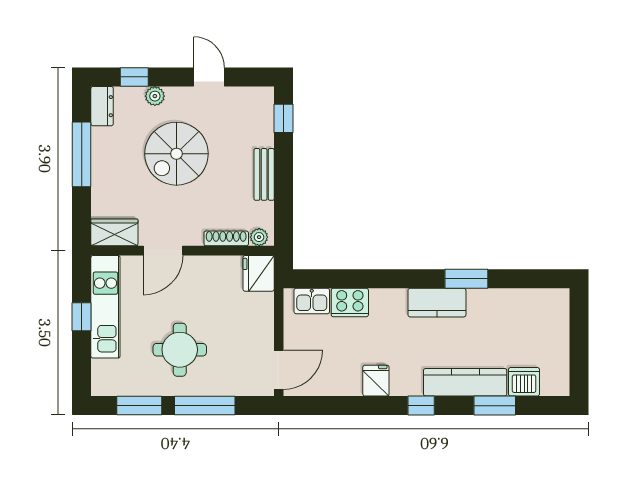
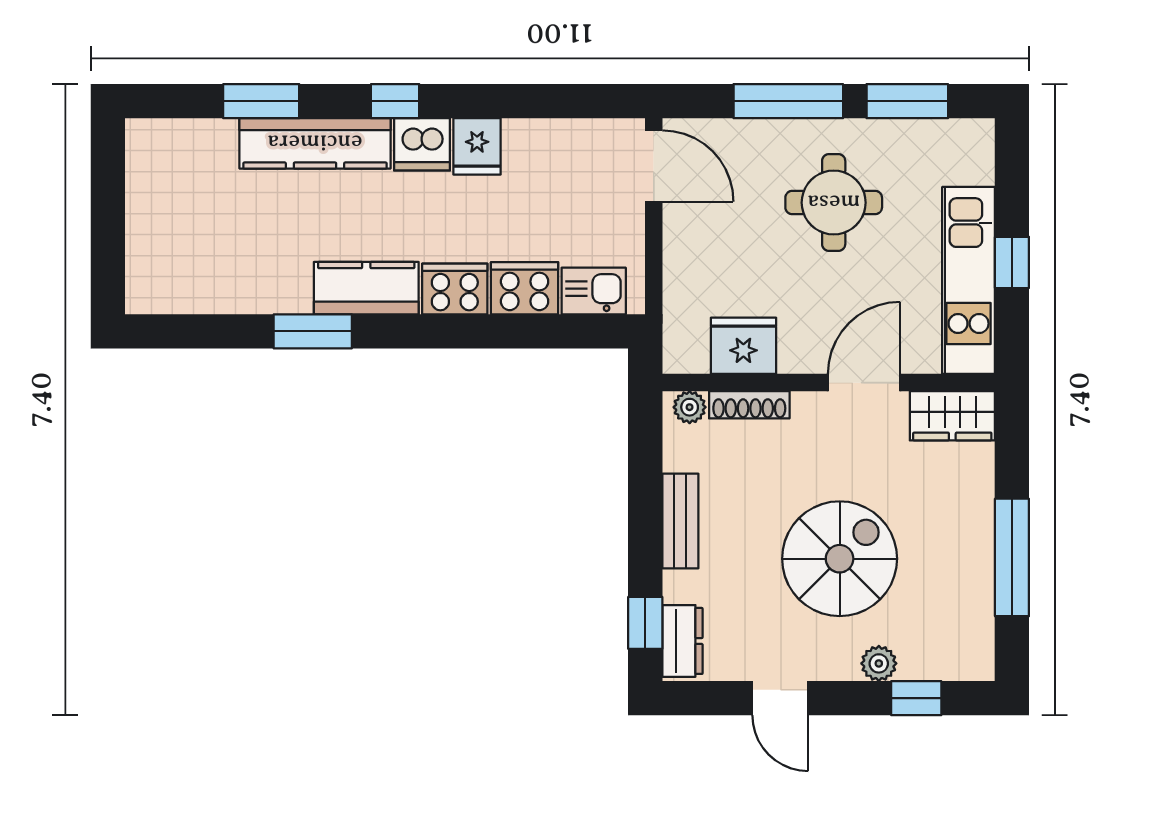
dresser: (102, 106) -> (682, 641), moved, turned 180
fridge: (259, 273) -> (743, 346), moved, turned -90
cooker: (388, 302) -> (455, 289), added
door: (279, 370) -> (654, 166), swing flipped
dishwasher: (524, 382) -> (422, 144), moved

